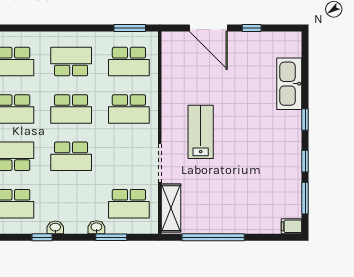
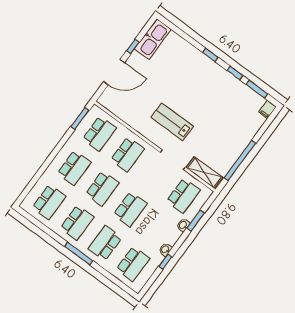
school desk: (71, 62) -> (74, 168), turned 180
kitchen sink: (289, 84) -> (153, 39), moved, turned -90

